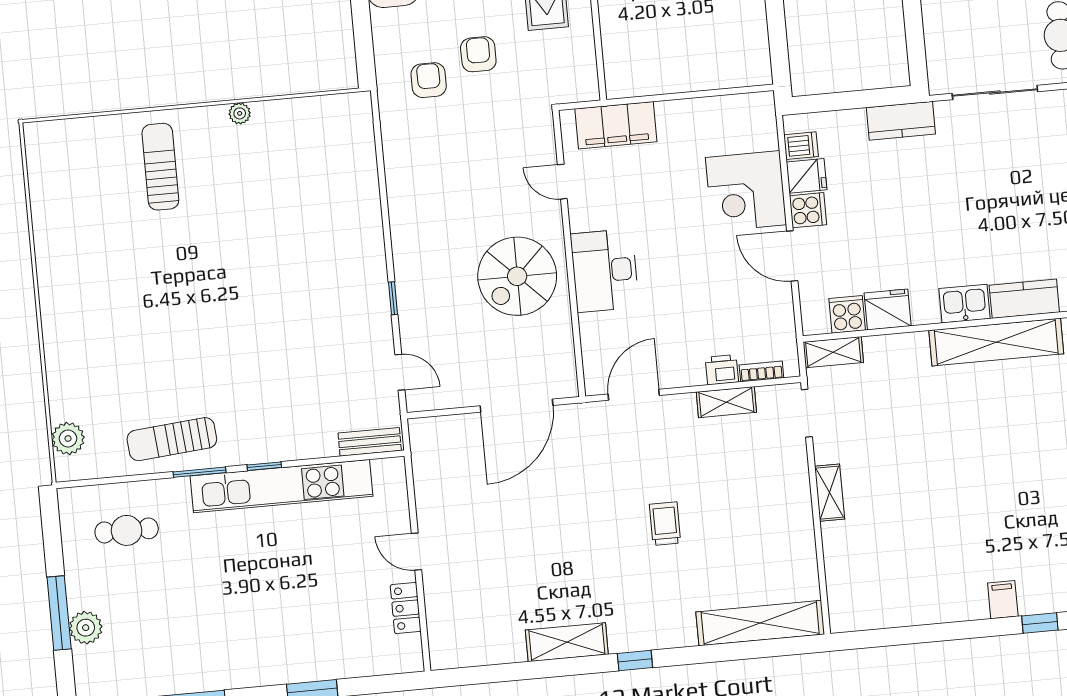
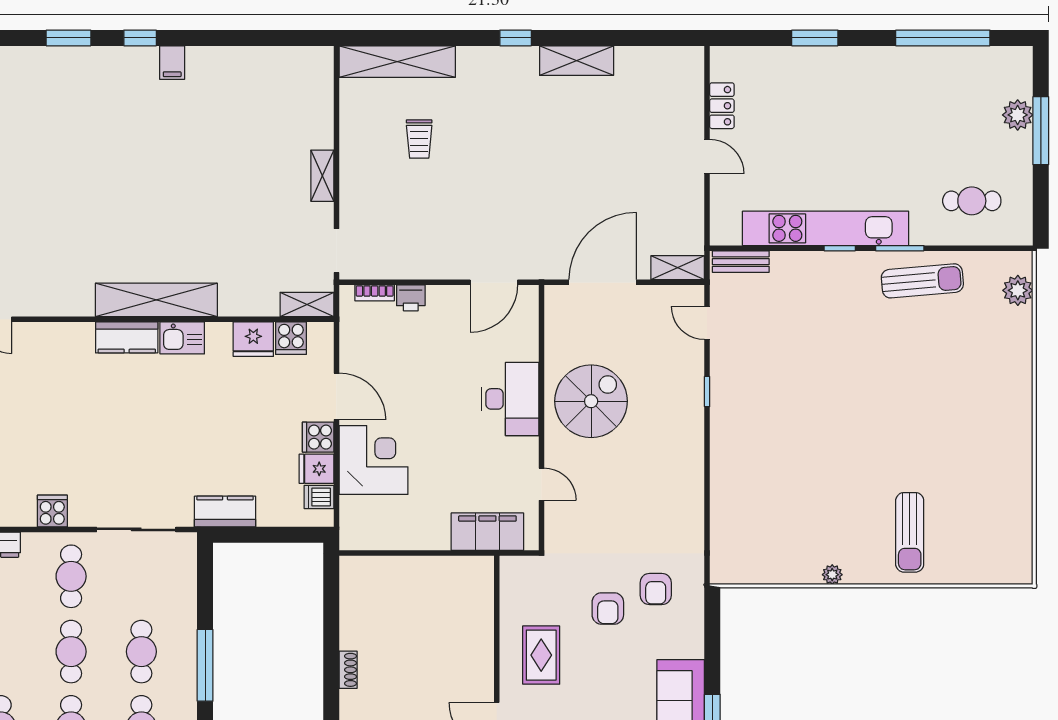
shelving: (726, 402) -> (678, 268), moved
trolley: (665, 524) -> (419, 139), moved

